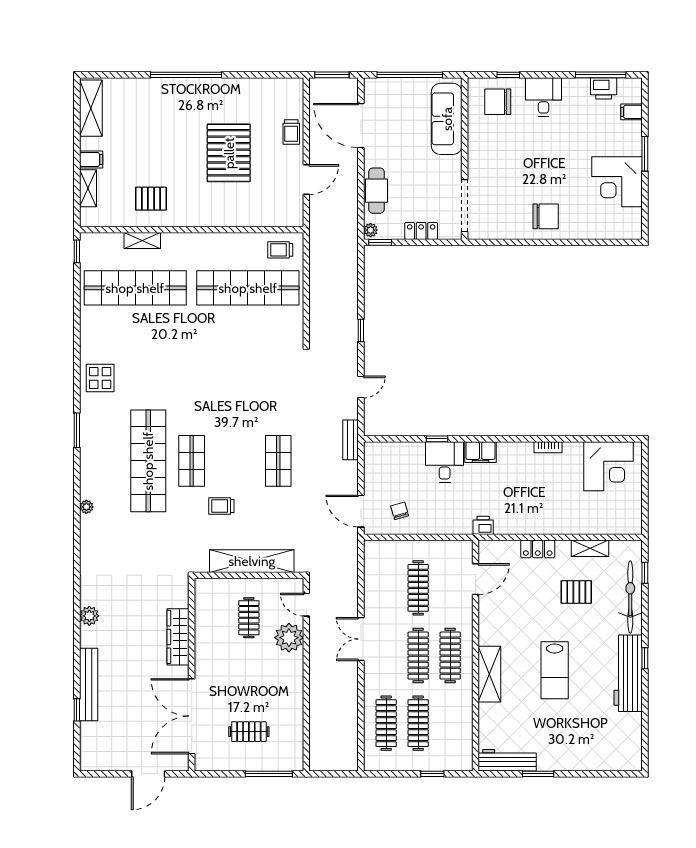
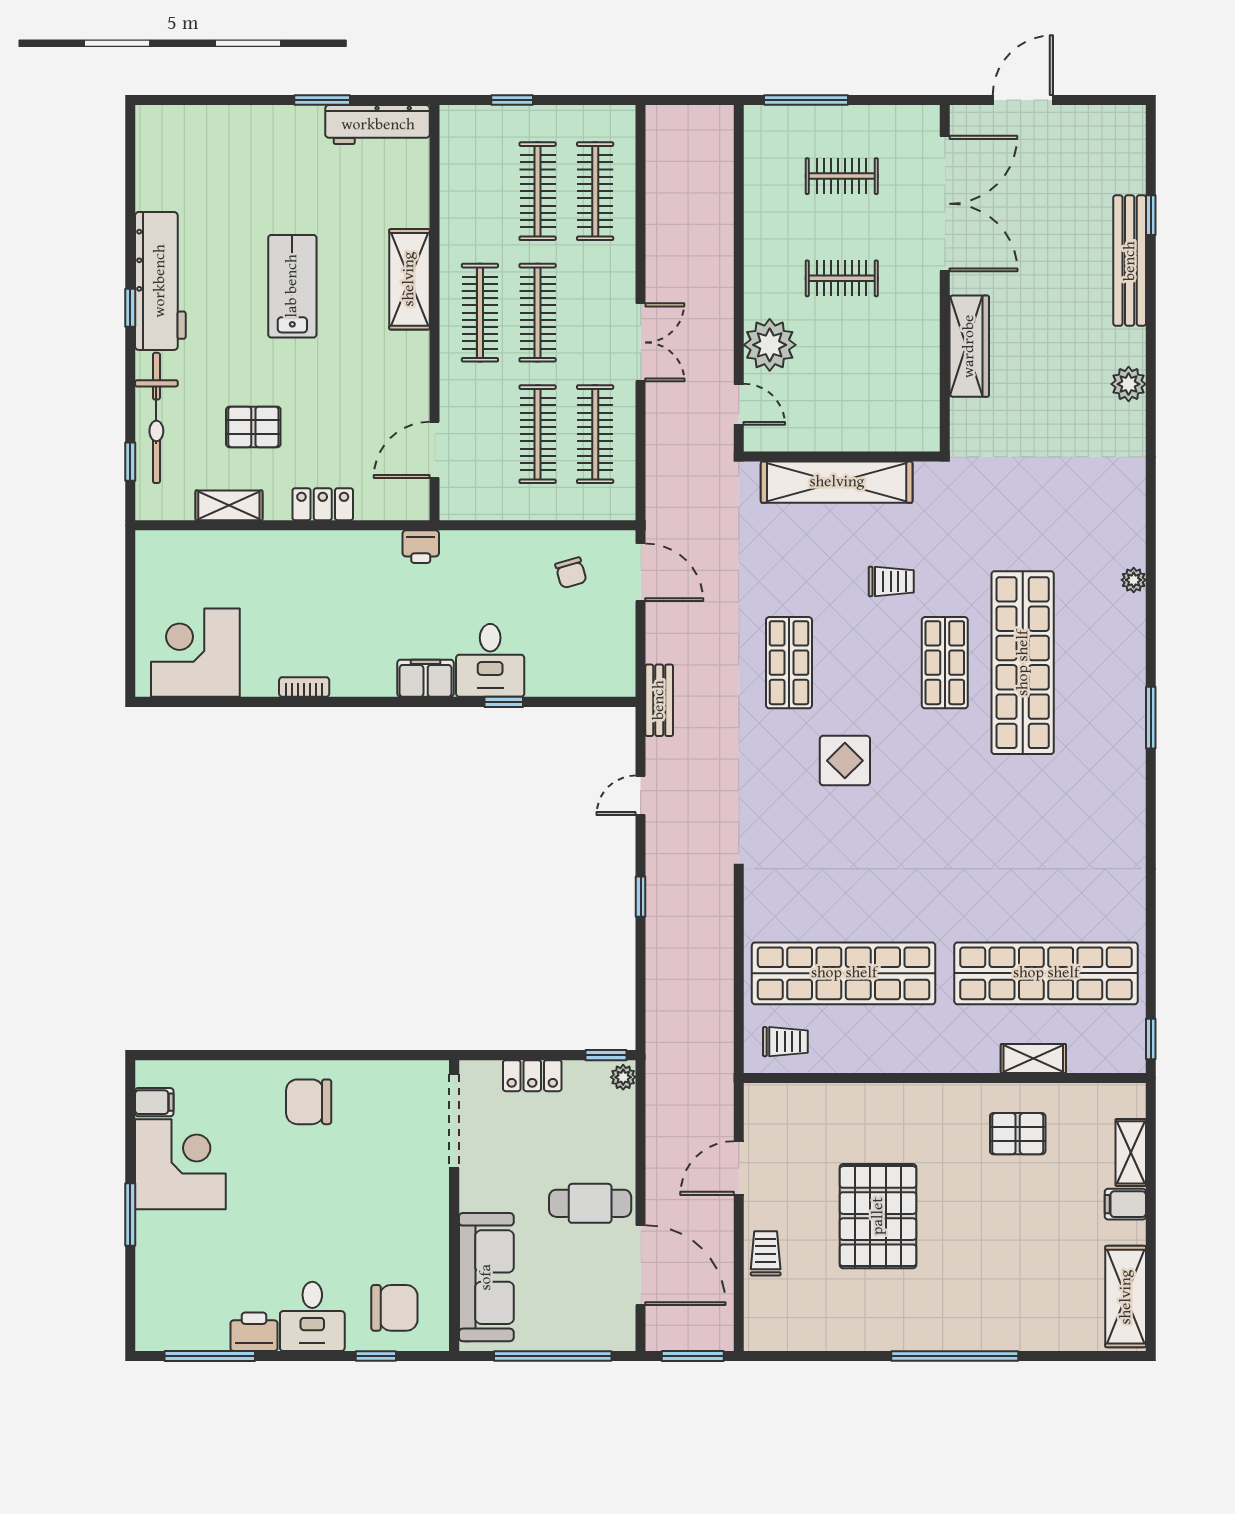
printer: (604, 88) -> (254, 1332), moved
filing cabinet: (631, 112) -> (154, 1102), moved
cafe table: (376, 191) -> (590, 1203), moved, turned 90
display table: (100, 378) -> (845, 761), moved
clothes rail: (386, 588) -> (595, 434), added
clothes rail: (249, 618) -> (842, 278), moved, turned 90

